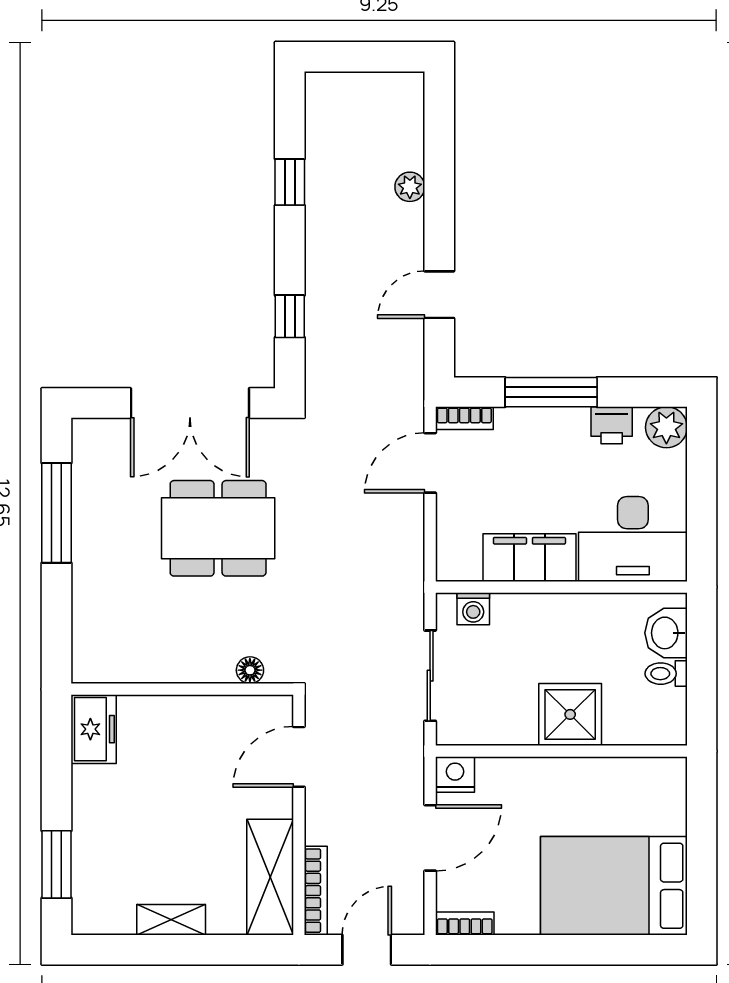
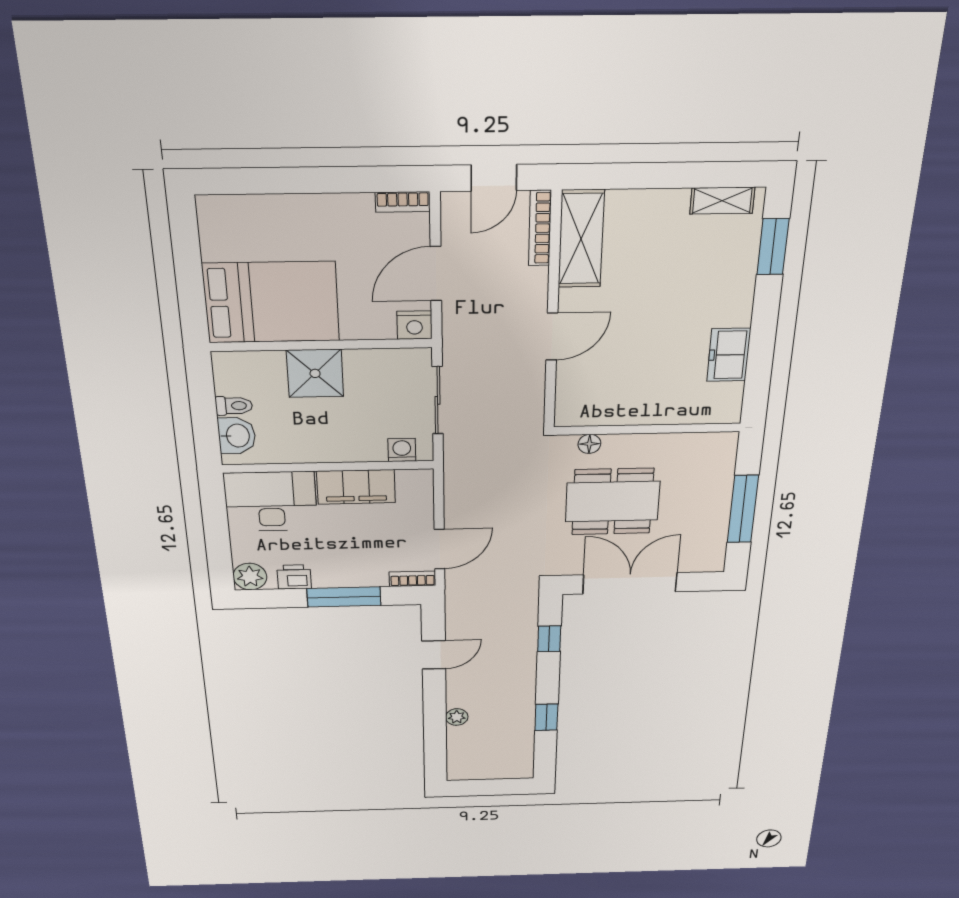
floor lamp: (250, 670) -> (589, 444), moved
wall: (182, 689) -> (647, 429), moved
bed: (614, 886) -> (271, 302), moved
shelving: (171, 920) -> (722, 201), moved

